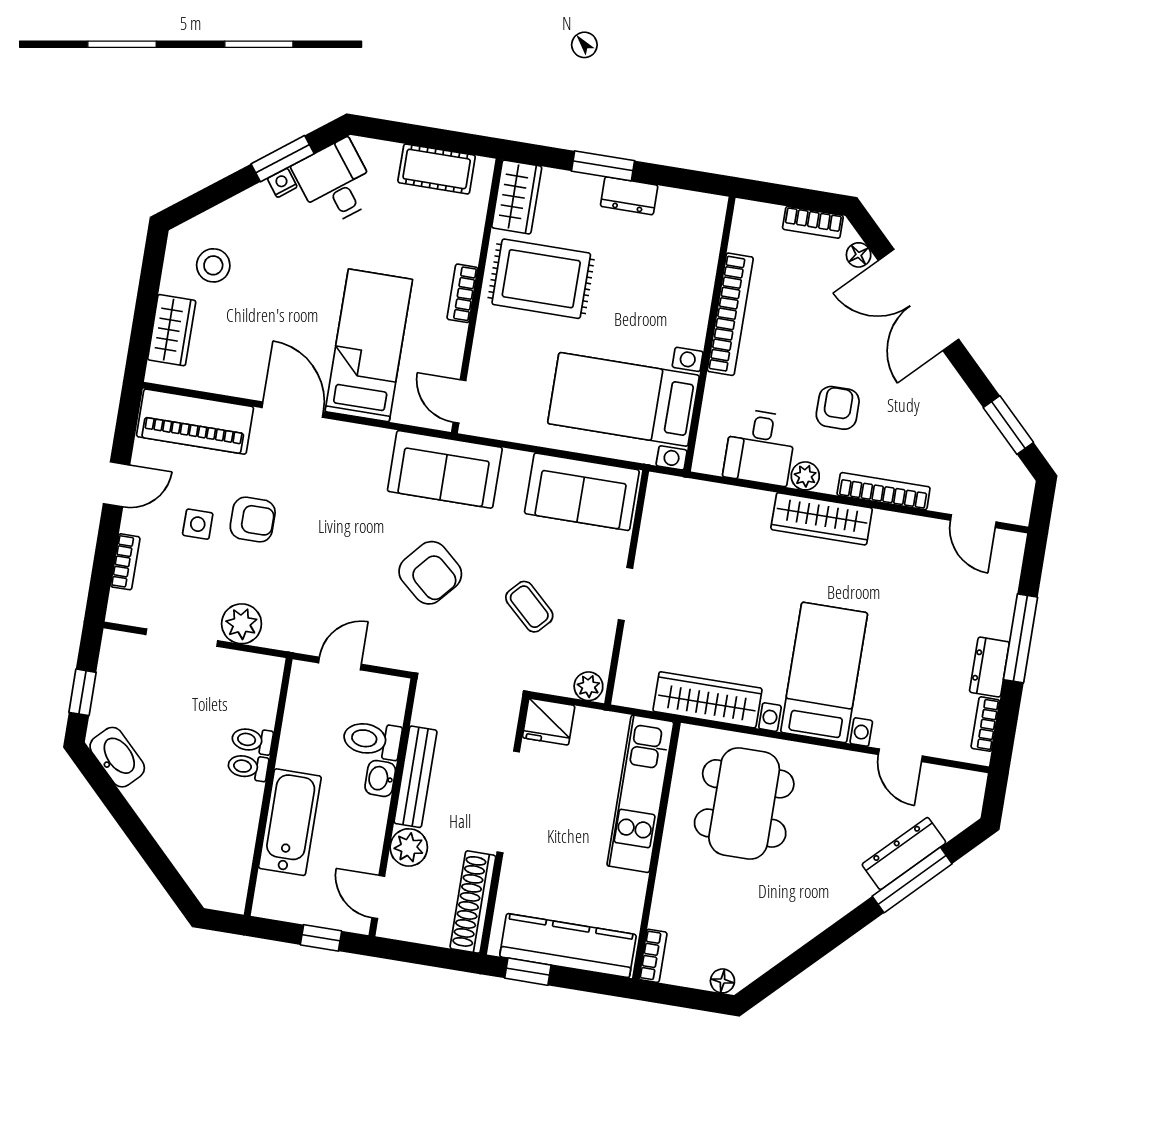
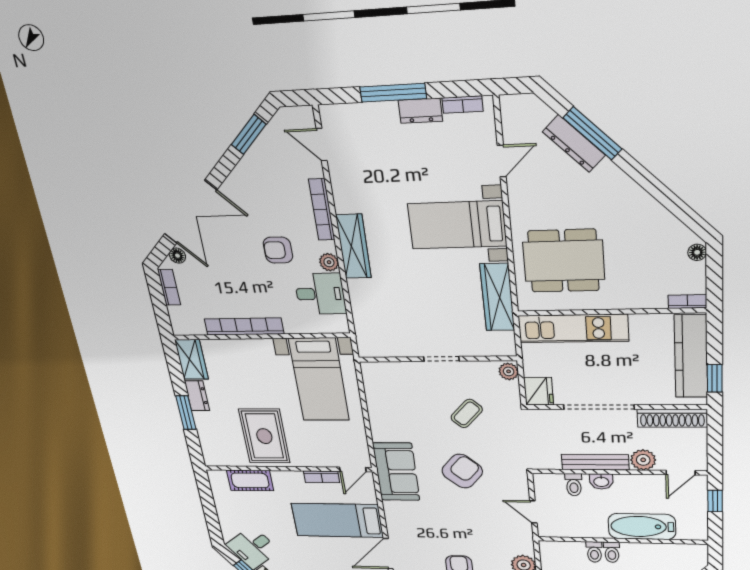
cot: (437, 169) -> (250, 480), moved, turned 90
wardrobe: (517, 197) -> (191, 359), moved, turned 90
bookcase: (462, 293) -> (321, 477), moved
sofa: (582, 492) -> (384, 394), removed
door: (973, 521) -> (322, 145), swing flipped
toilet: (372, 740) -> (574, 485), width x0.73, depth x0.72

